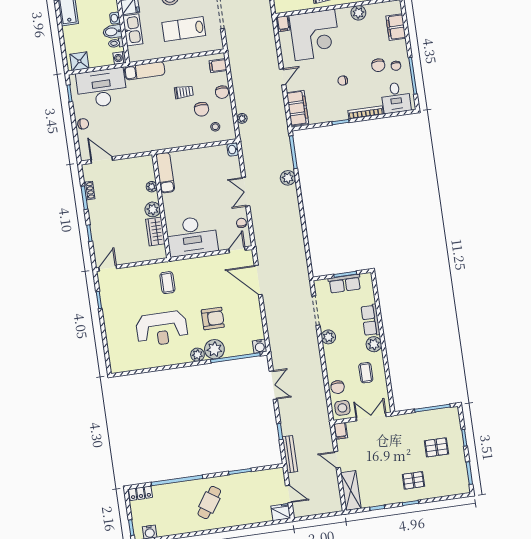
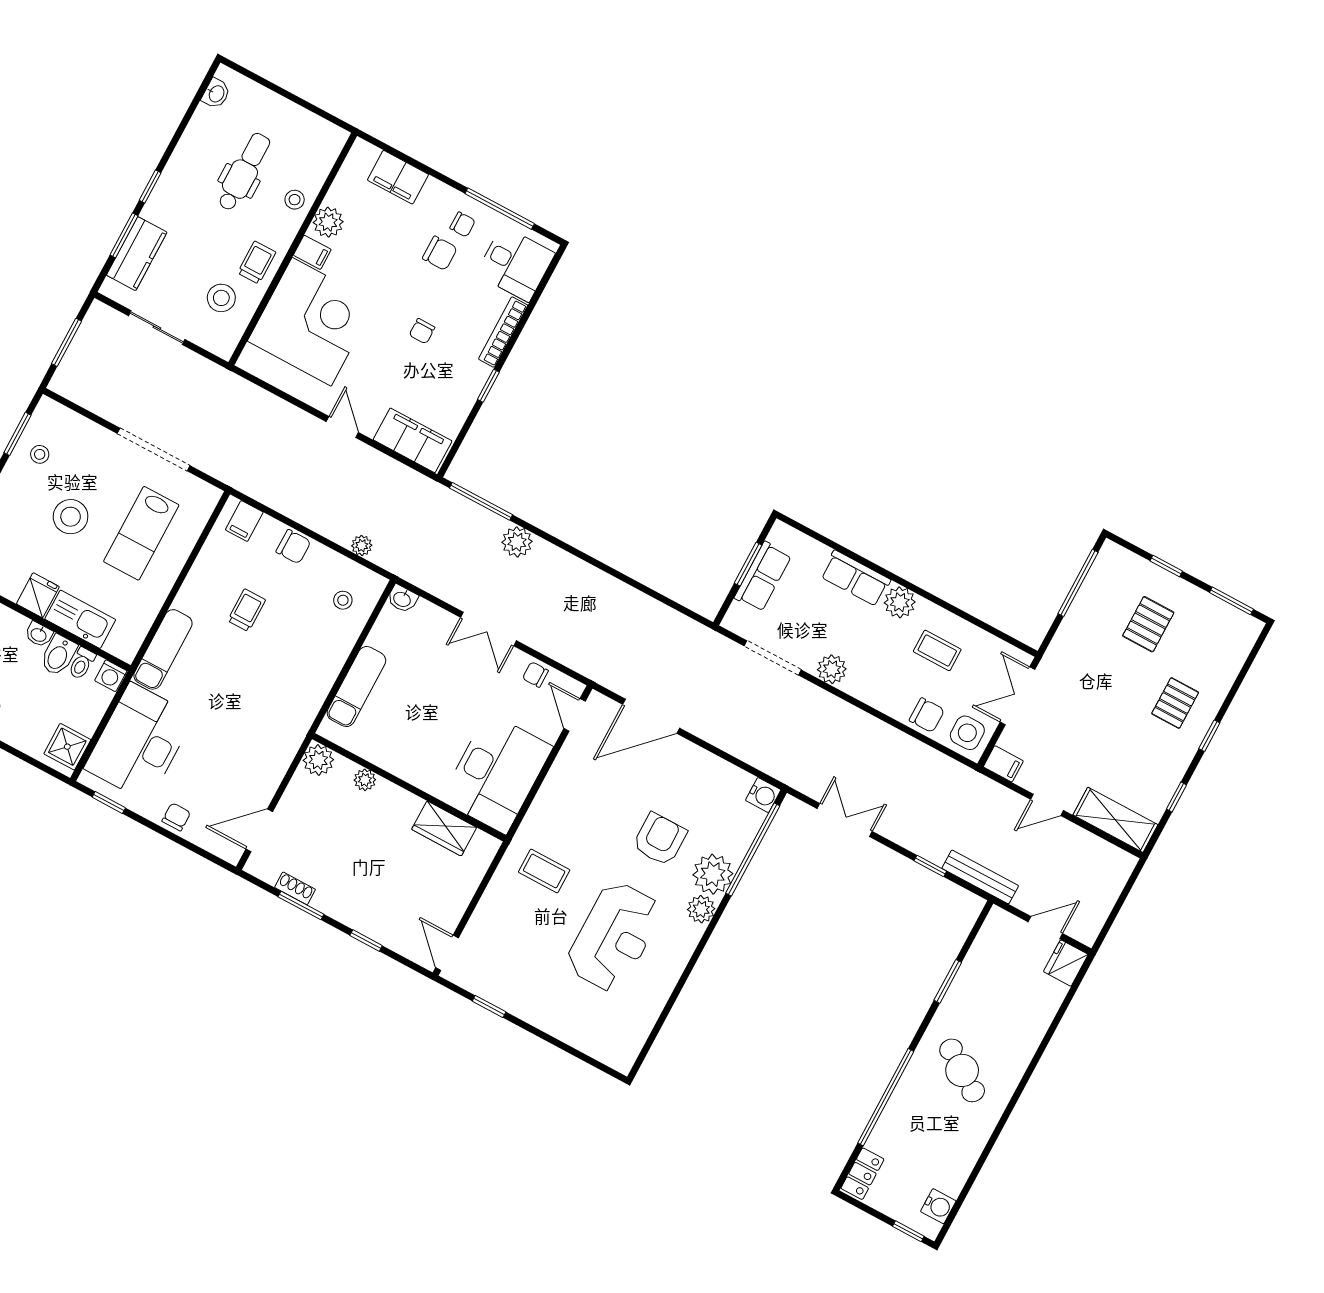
filing cabinet: (283, 24) -> (312, 252), moved
chair: (202, 109) -> (297, 602), removed
exam couch: (165, 173) -> (356, 687), moved, turned 90
plant: (153, 209) -> (318, 760), moved

